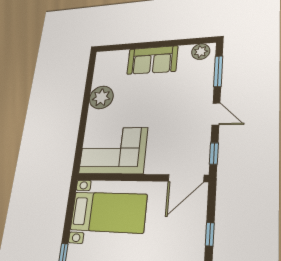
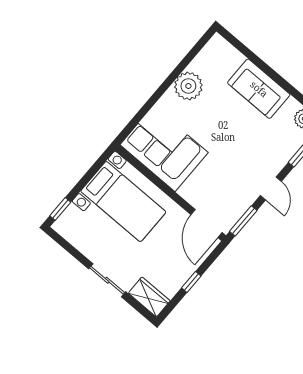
window: (214, 153) -> (243, 221), width x1.50
door: (186, 178) -> (206, 224), hinge flipped

